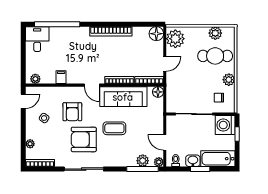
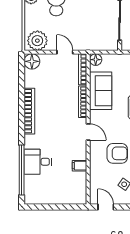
desk: (37, 39) -> (38, 162), moved
plant: (35, 79) -> (81, 194), removed
door: (92, 85) -> (88, 132), hinge flipped
sofa: (123, 97) -> (101, 91), width x0.73

